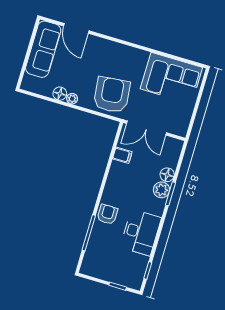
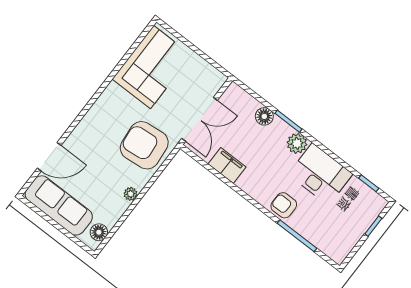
floor lamp: (60, 94) -> (99, 232), moved
filing cabinet: (122, 155) -> (227, 165), width x2.00
plant: (162, 190) -> (297, 143), moved

